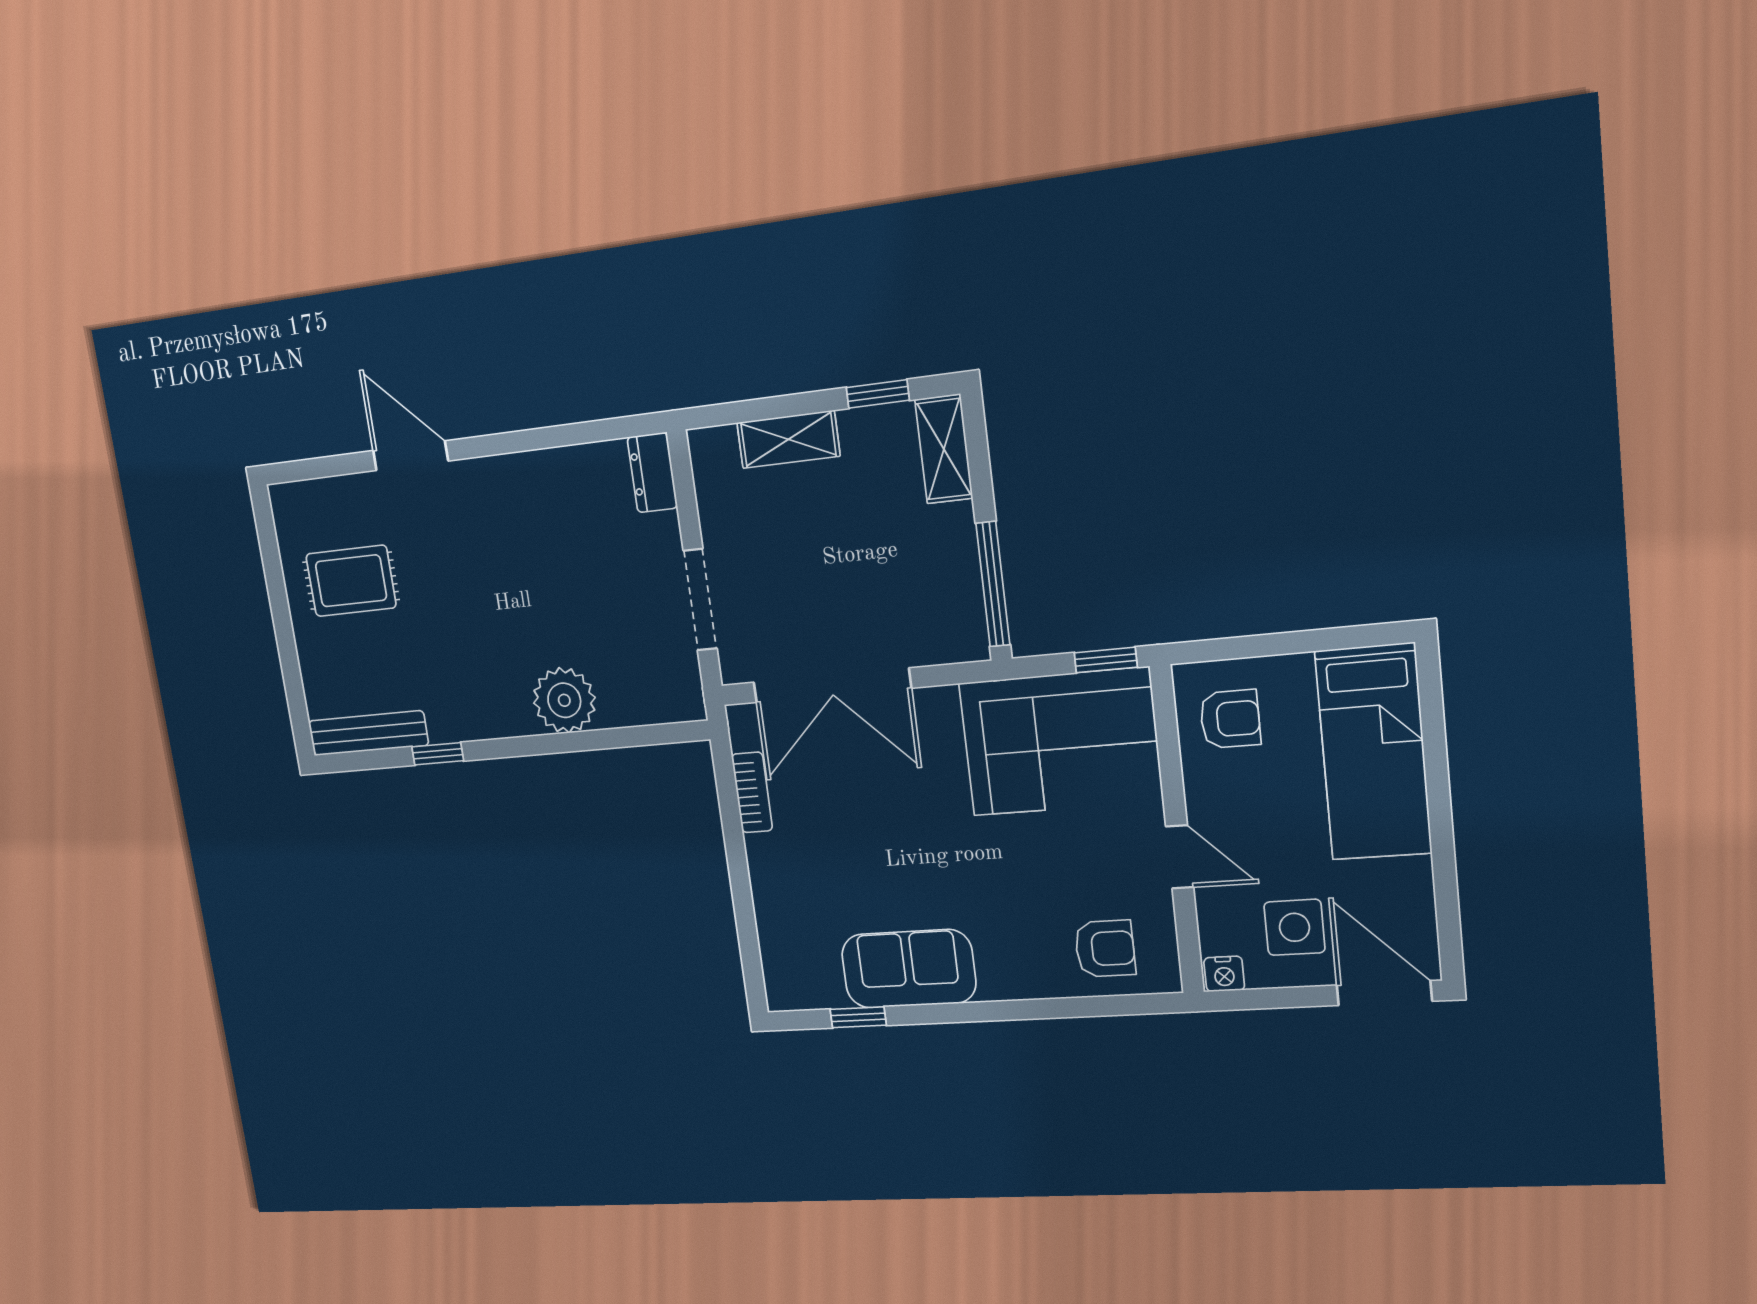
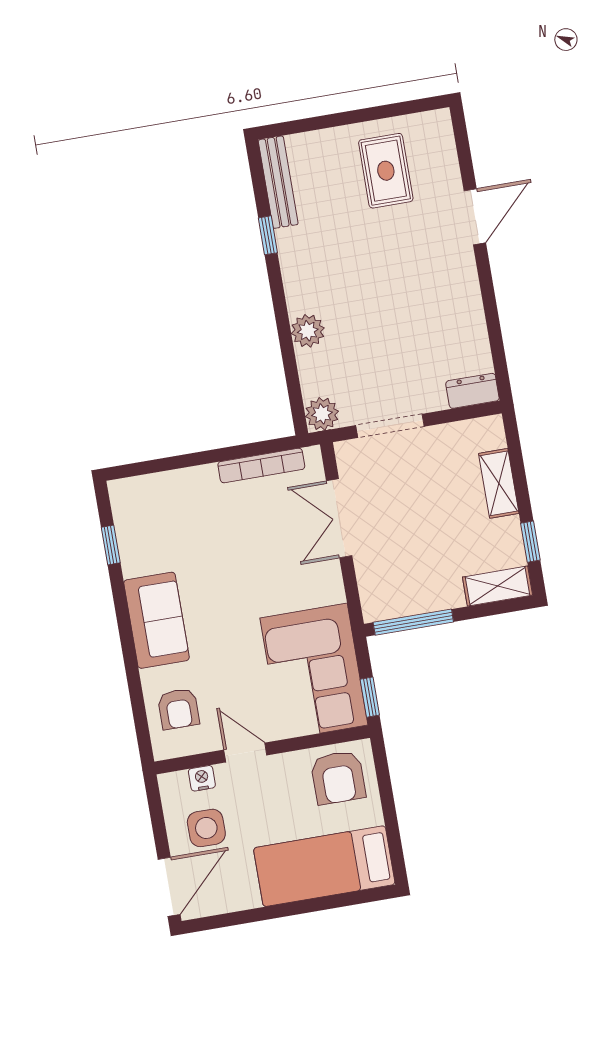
double door: (832, 685) -> (339, 518), width x0.73
plant: (681, 698) -> (322, 414), added
plant: (564, 700) -> (308, 331), width x0.73, depth x0.73
armchair: (1230, 719) -> (338, 777), width x1.38, depth x1.38
bookcase: (752, 792) -> (261, 465), width x1.56
door: (1180, 857) -> (245, 753), swing flipped
sofa: (909, 969) -> (156, 620), moved
nightstand: (1224, 974) -> (202, 778), moved, turned 90

